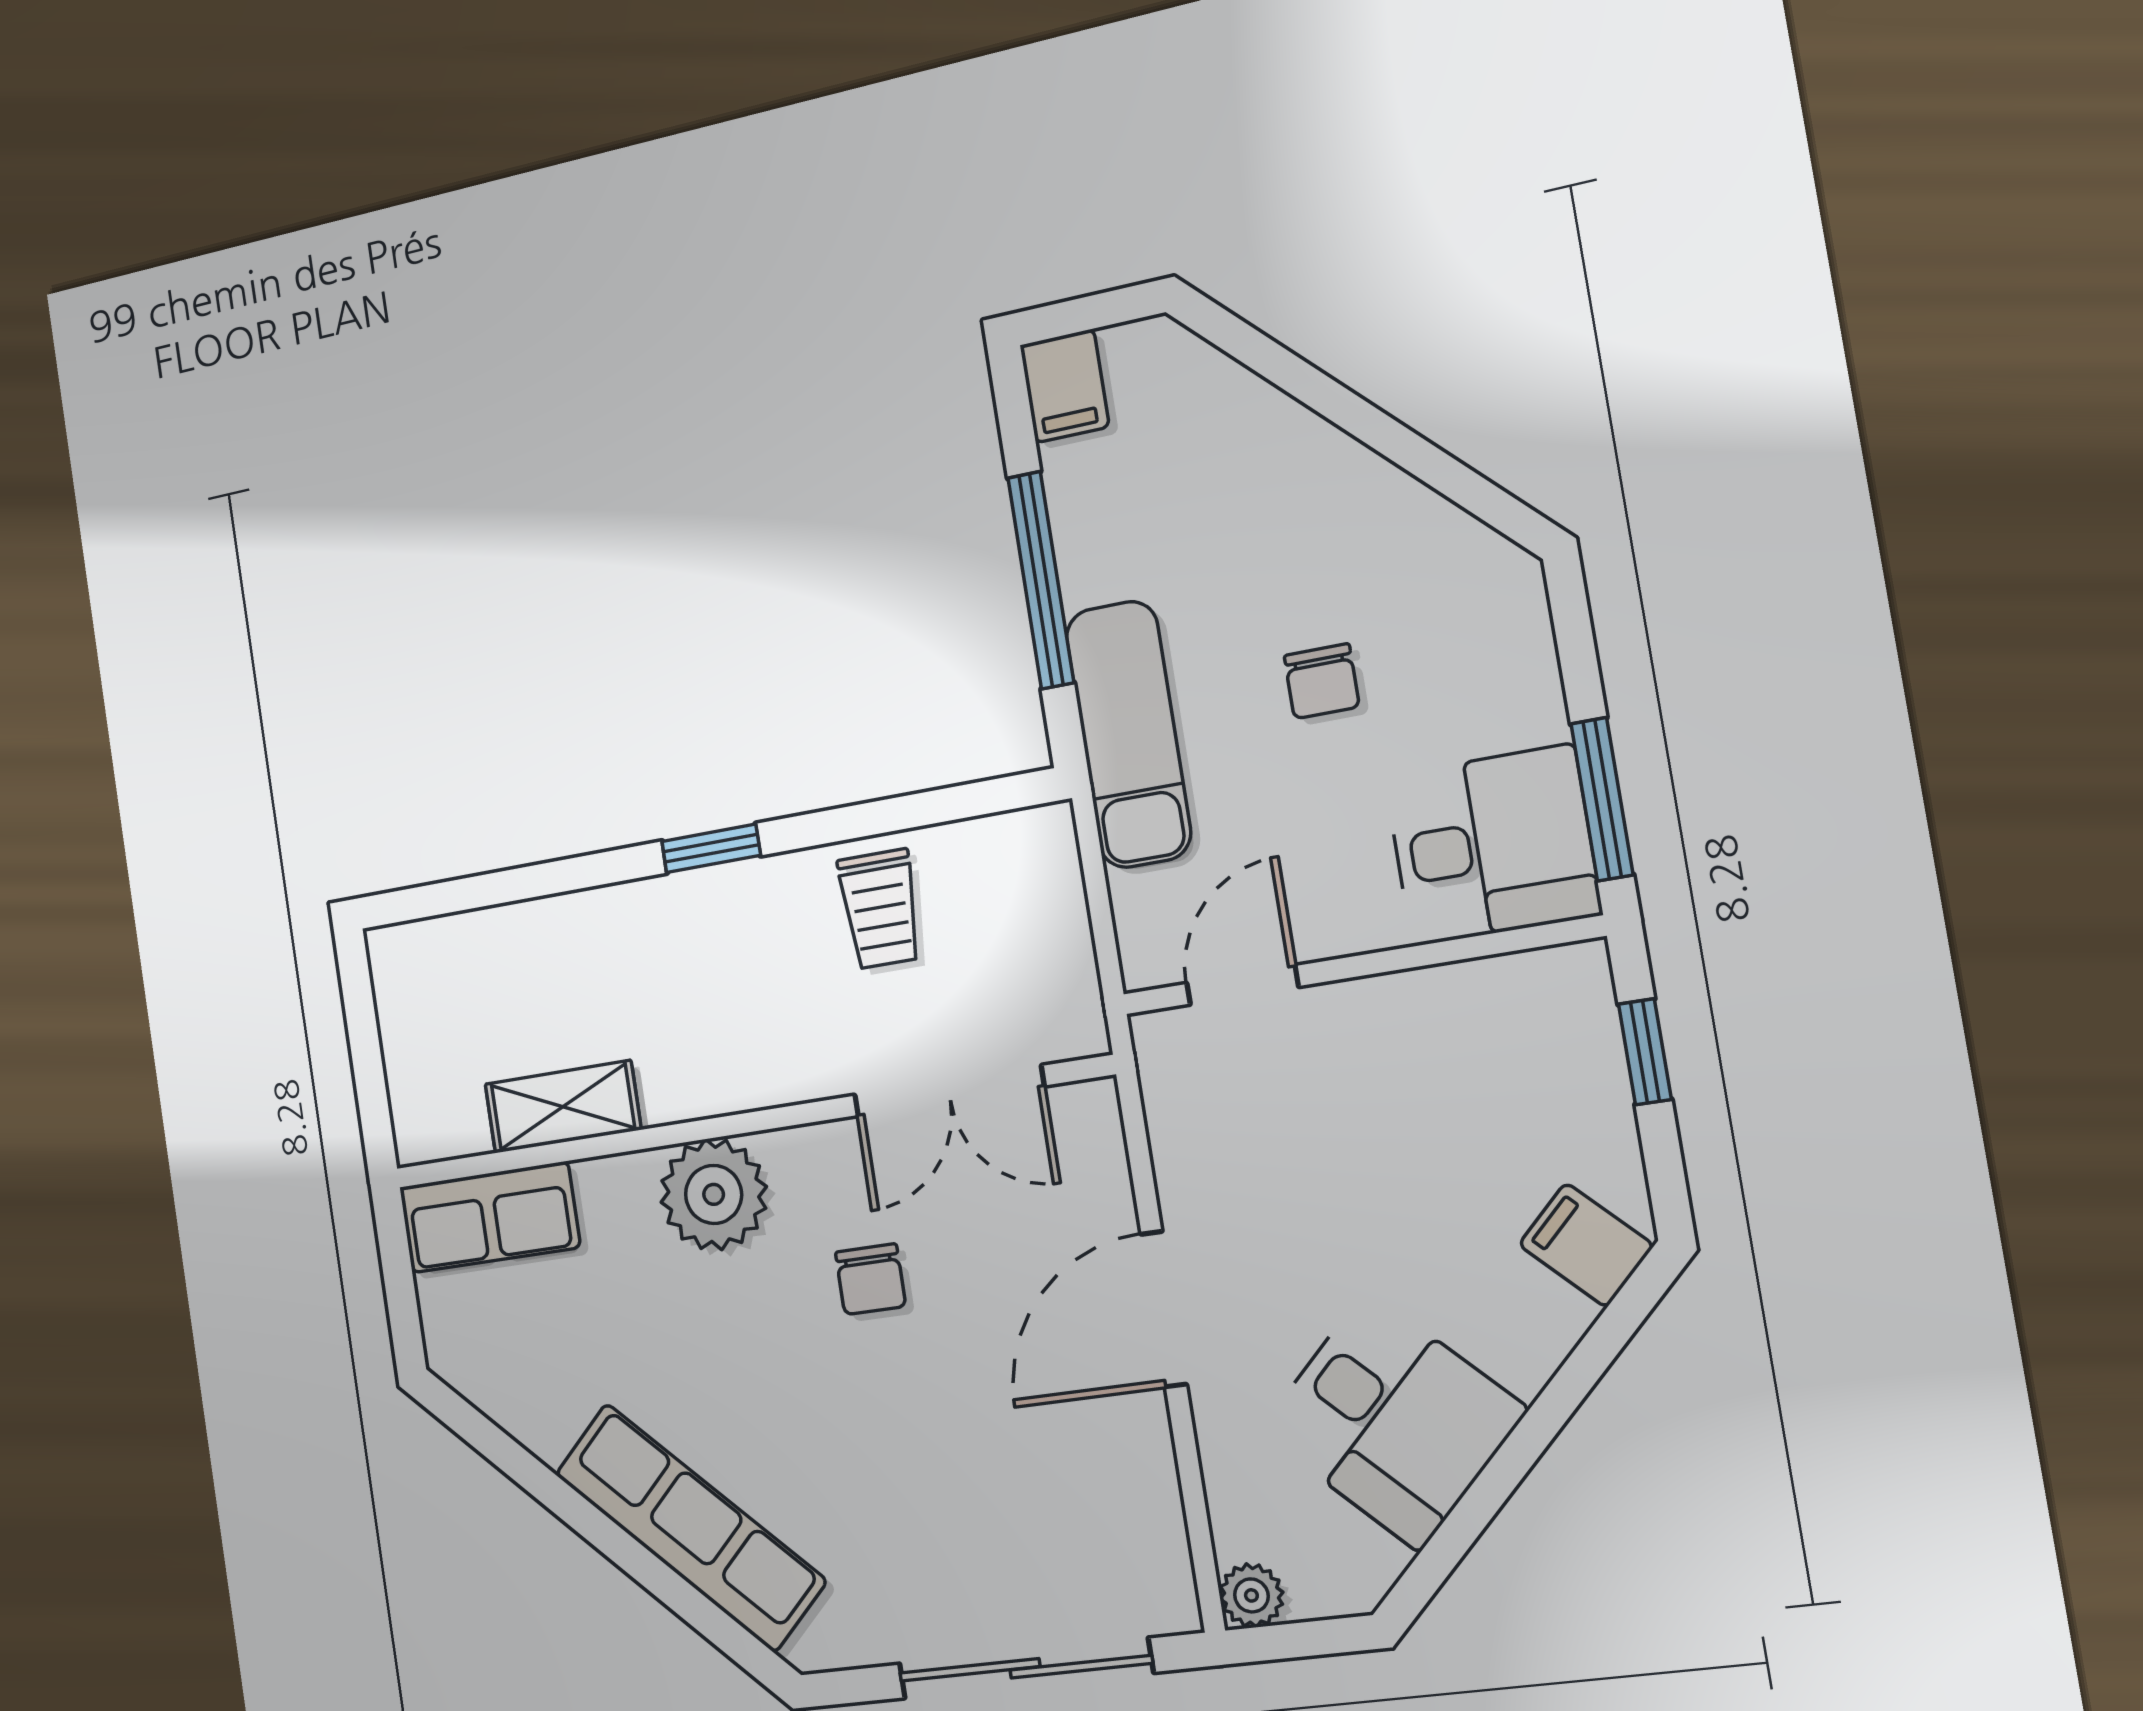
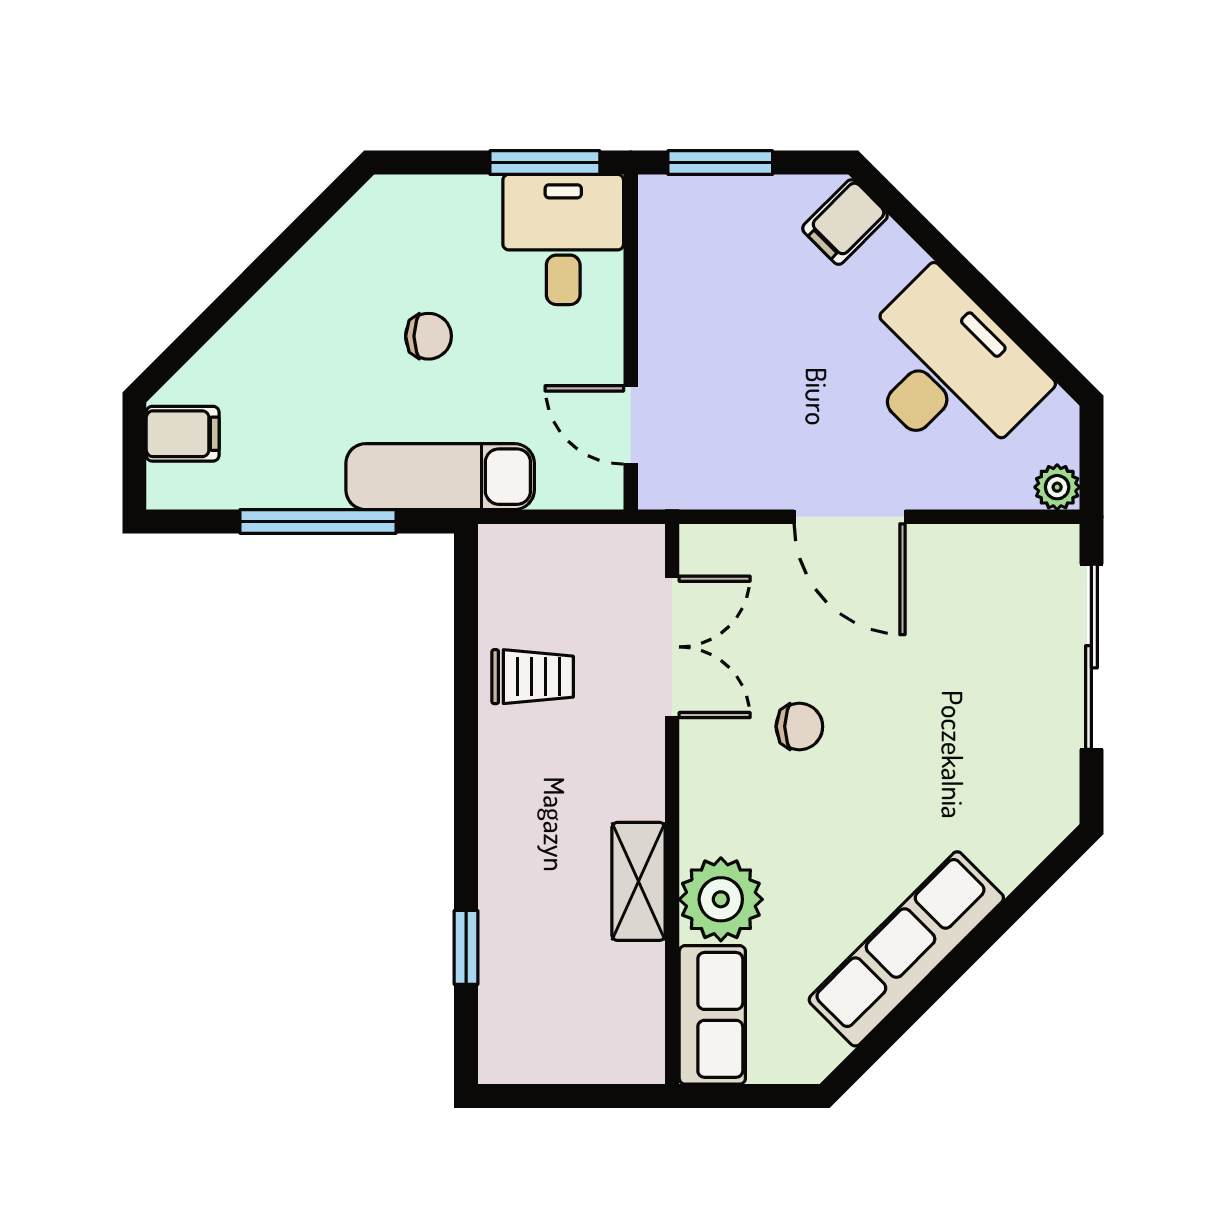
filing cabinet: (1065, 386) -> (183, 434), moved
window: (711, 848) -> (466, 947), moved
window: (1645, 1052) -> (720, 163), width x1.50
shelving: (563, 1107) -> (638, 881), moved
plant: (714, 1194) -> (721, 899), moved
desk: (1392, 1420) -> (947, 371), width x1.37
row of seats: (690, 1527) -> (906, 949), moved

